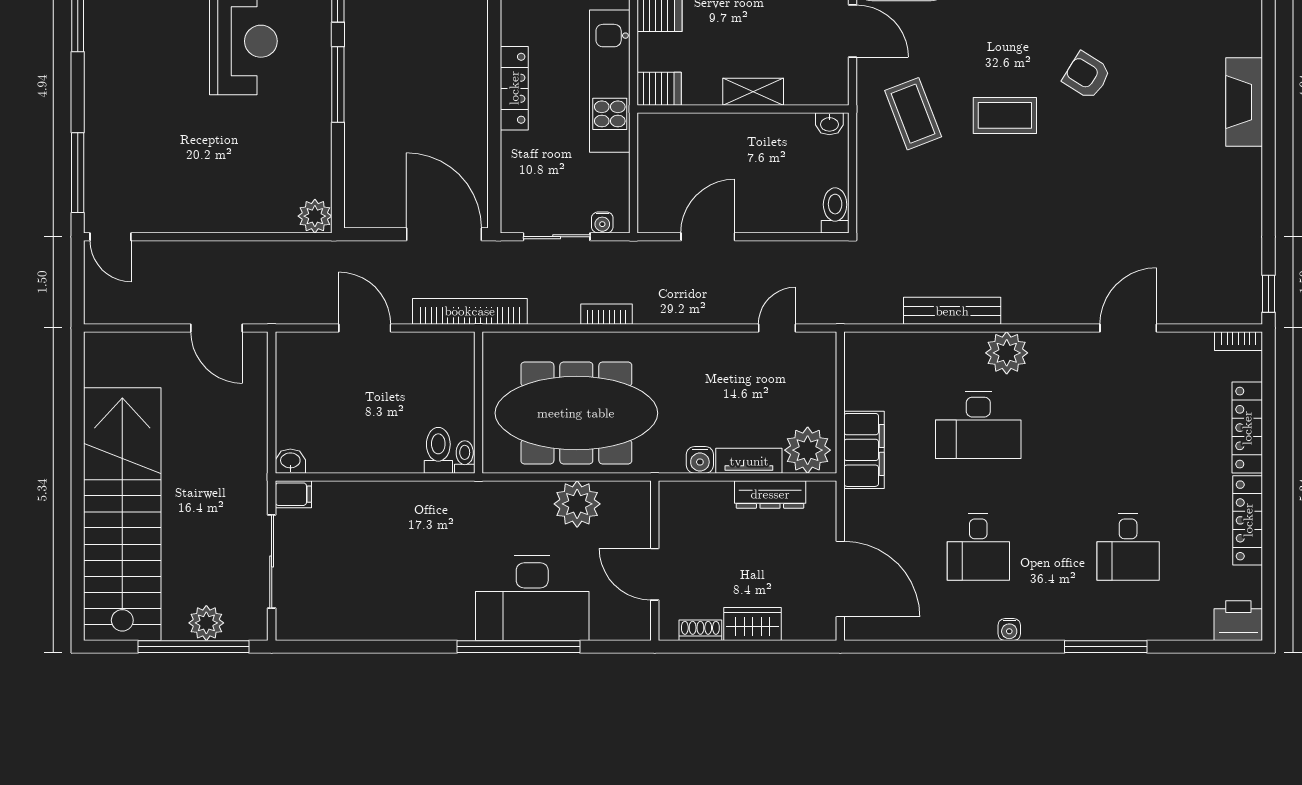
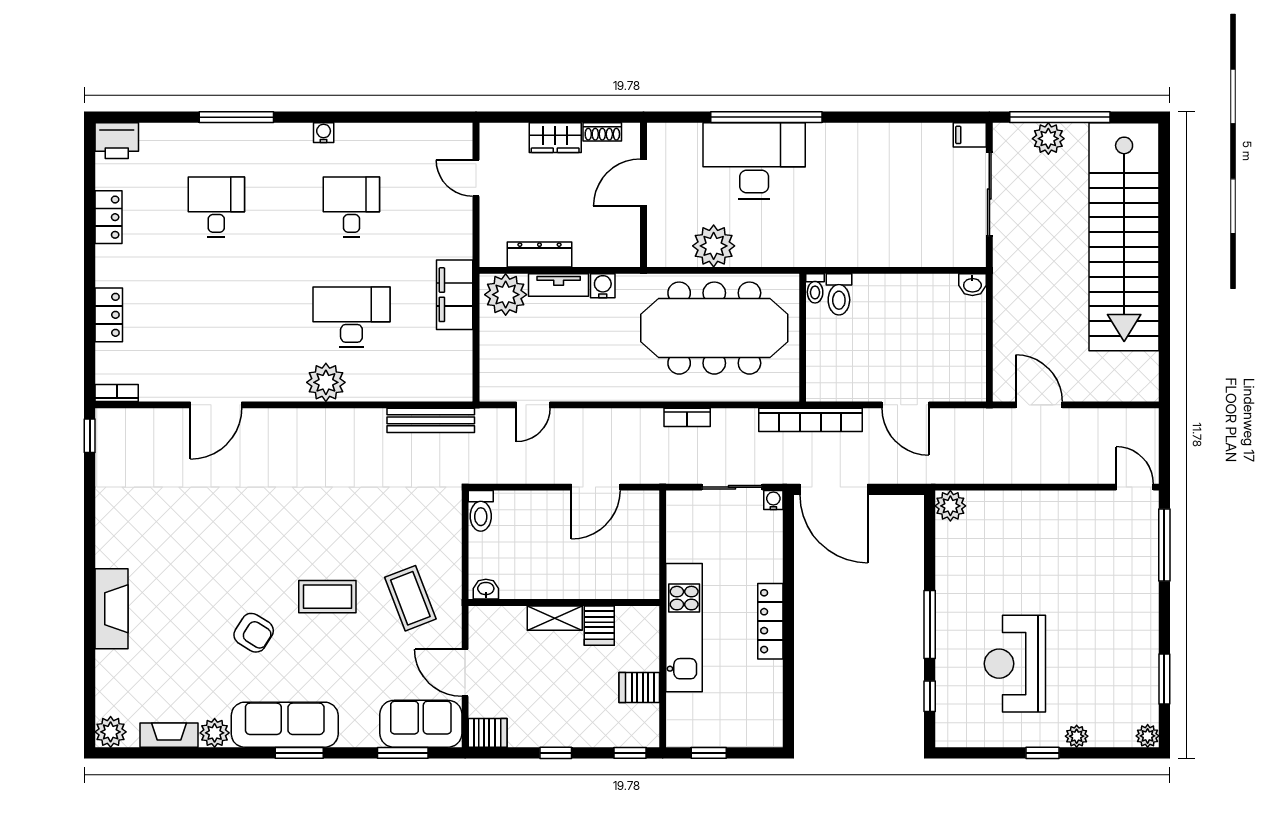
server rack: (659, 89) -> (599, 626), moved, turned -90
water cooler: (602, 222) -> (773, 500), moved
bench: (952, 311) -> (431, 420), moved
locker: (1247, 428) -> (109, 315), width x0.66
filing cabinet: (293, 494) -> (970, 135), moved
locker: (1248, 520) -> (108, 217), width x0.66
door: (655, 574) -> (643, 182), swing flipped
door: (840, 579) -> (476, 178), width x0.53

